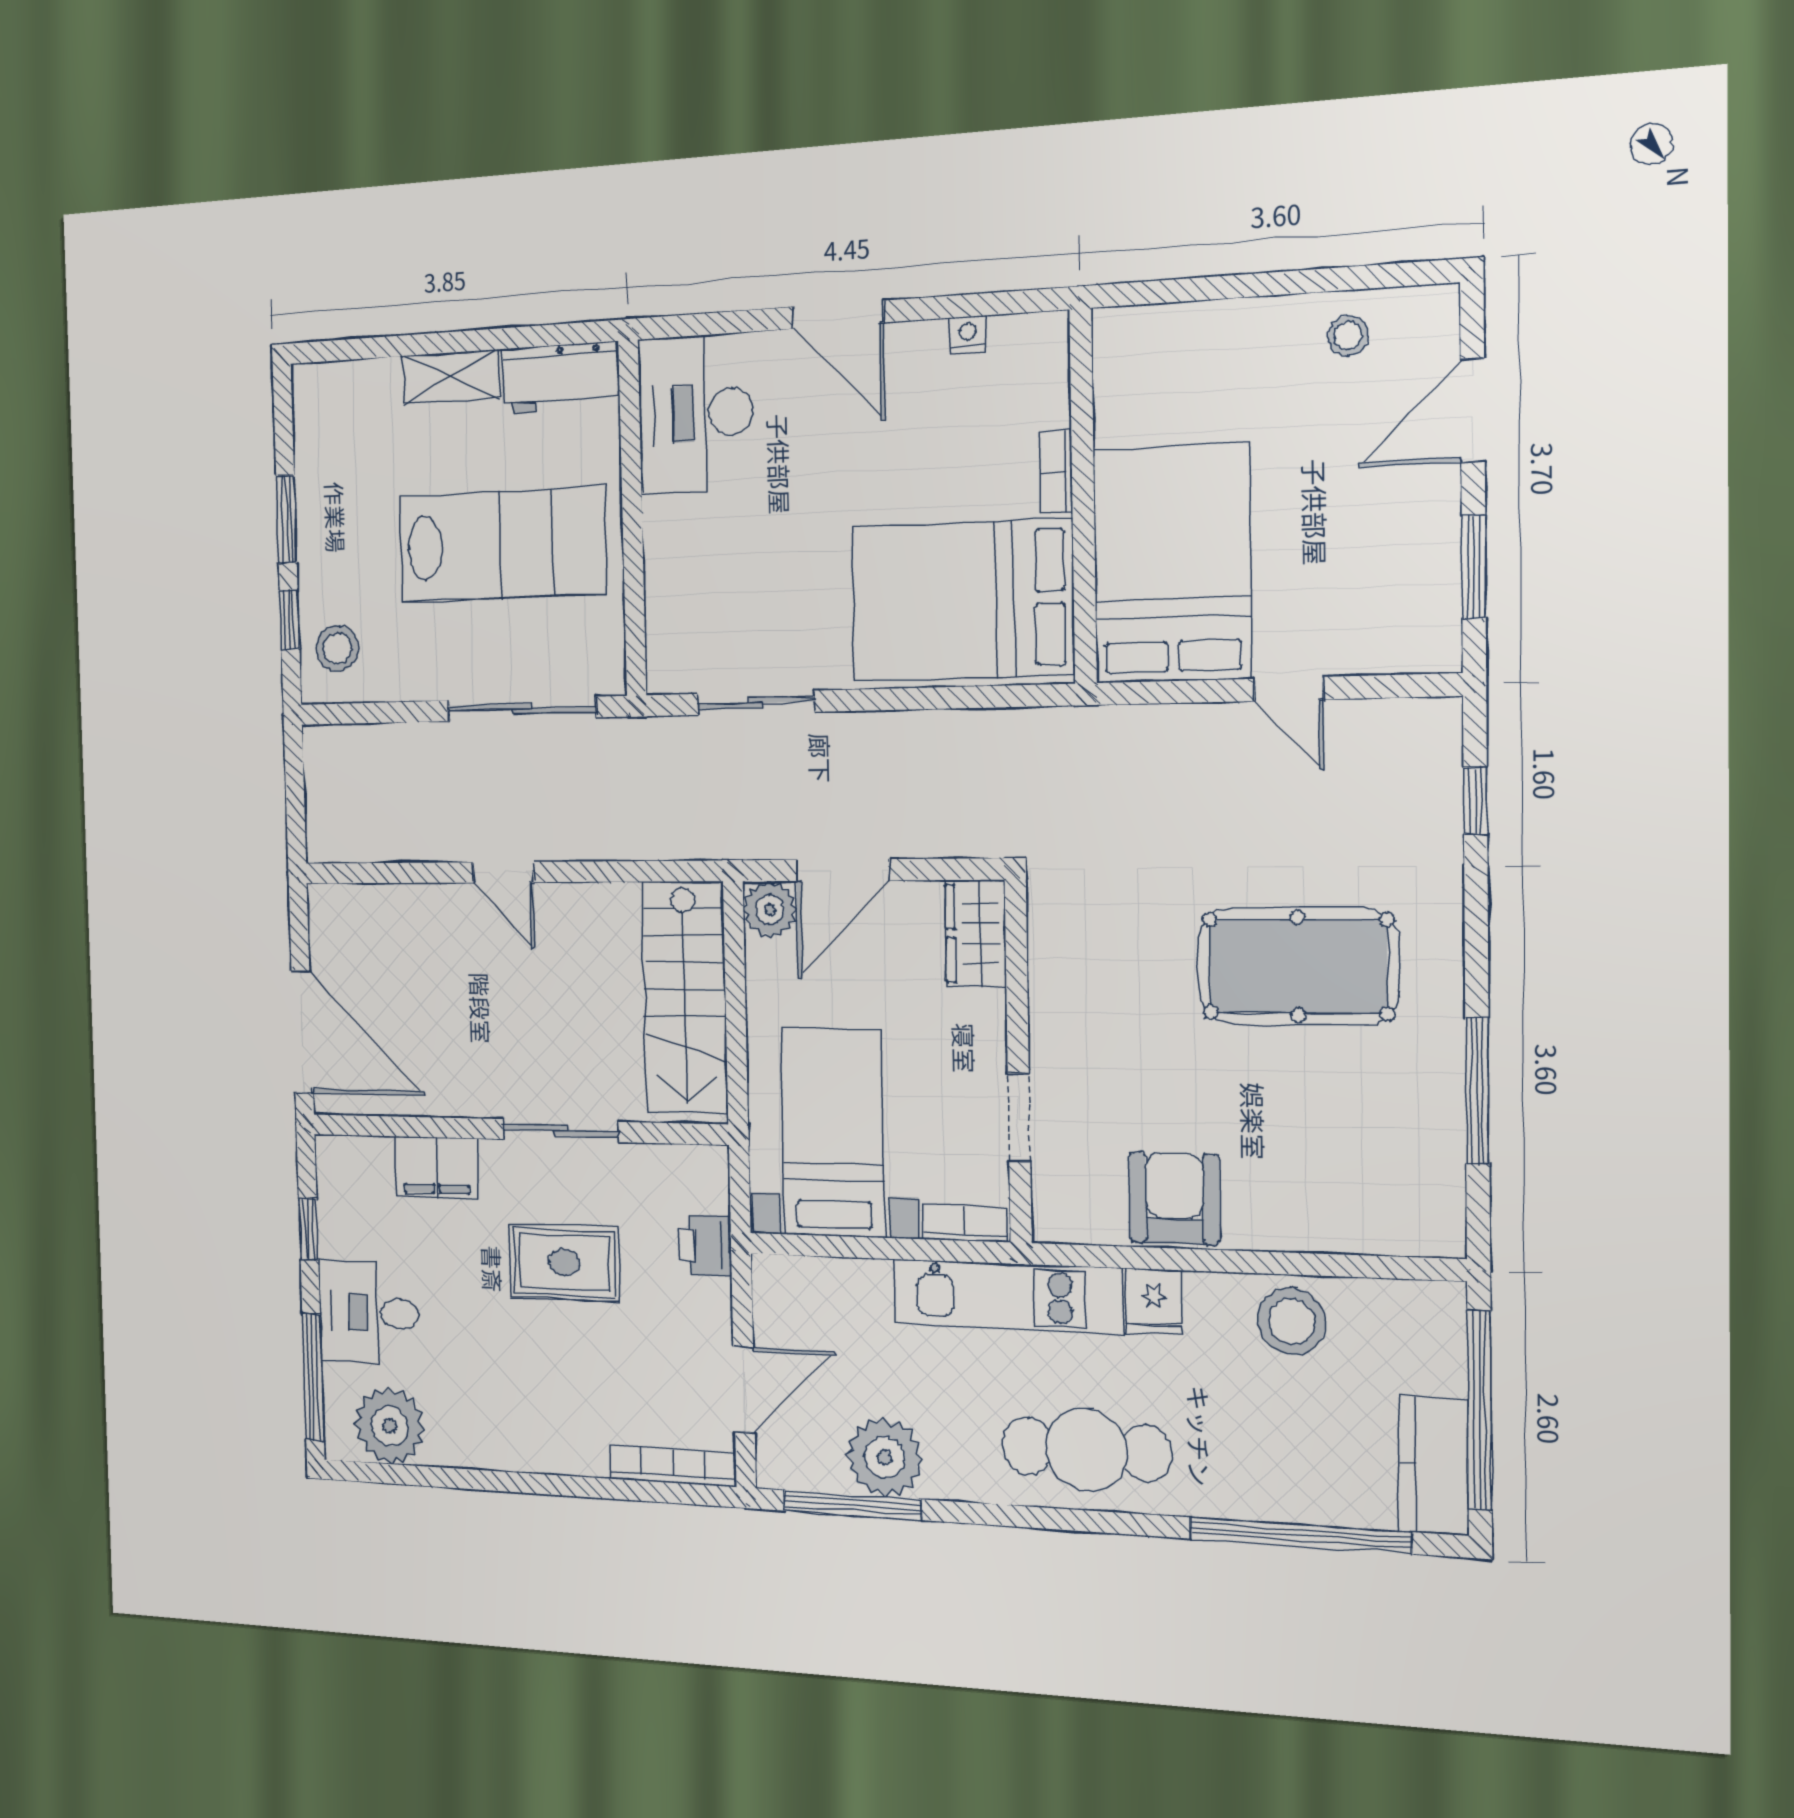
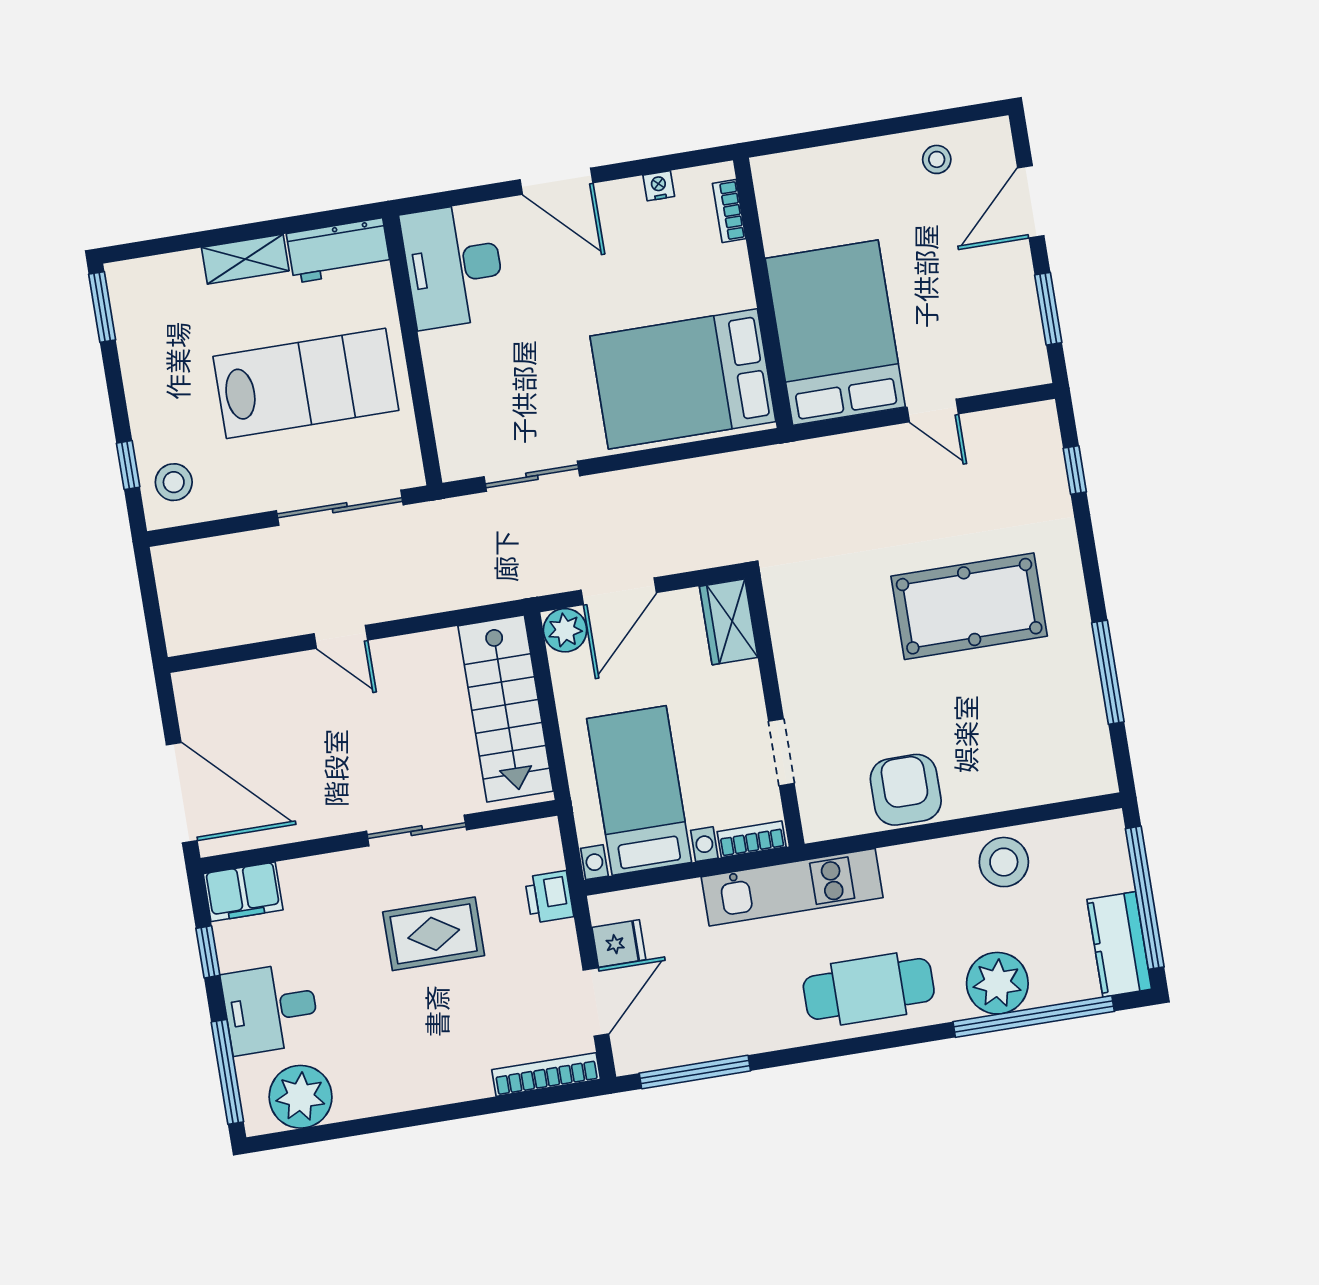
bookcase: (1056, 472) -> (729, 211), moved
window: (286, 519) -> (102, 307), moved
filing cabinet: (436, 1168) -> (243, 892), moved
fridge: (1154, 1302) -> (619, 944), moved, turned -90
plant: (885, 1457) -> (997, 983), moved

